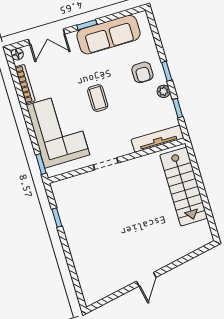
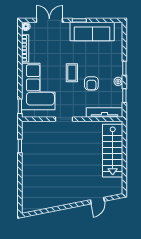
double door: (47, 37) -> (49, 20), swing flipped
armchair: (142, 72) -> (91, 83), moved
door: (146, 279) -> (97, 201), moved

